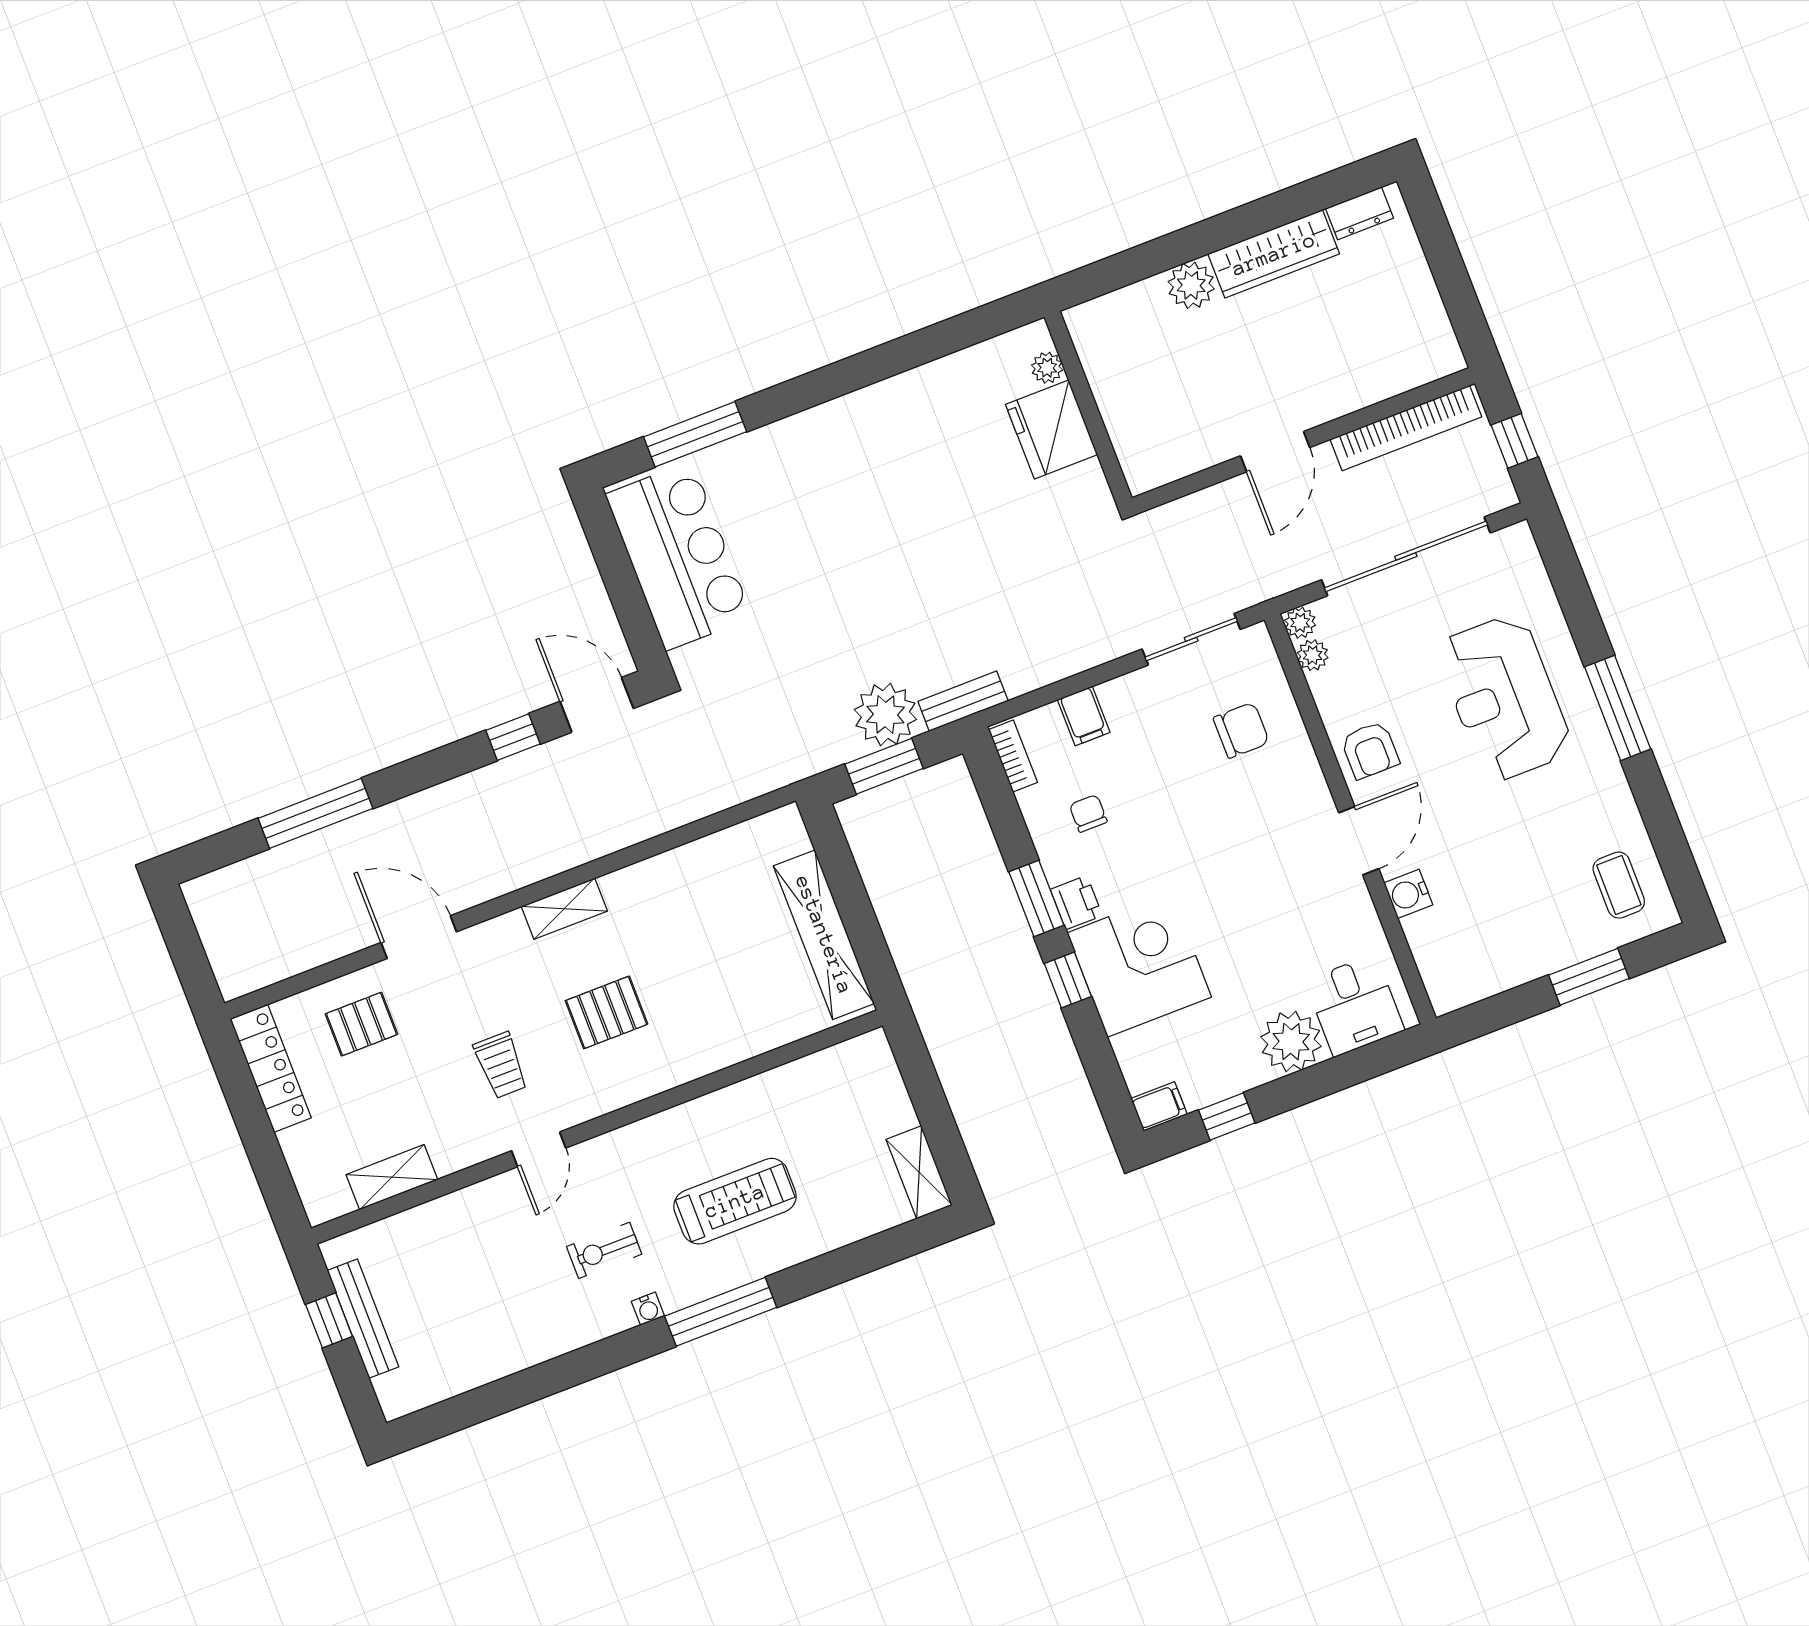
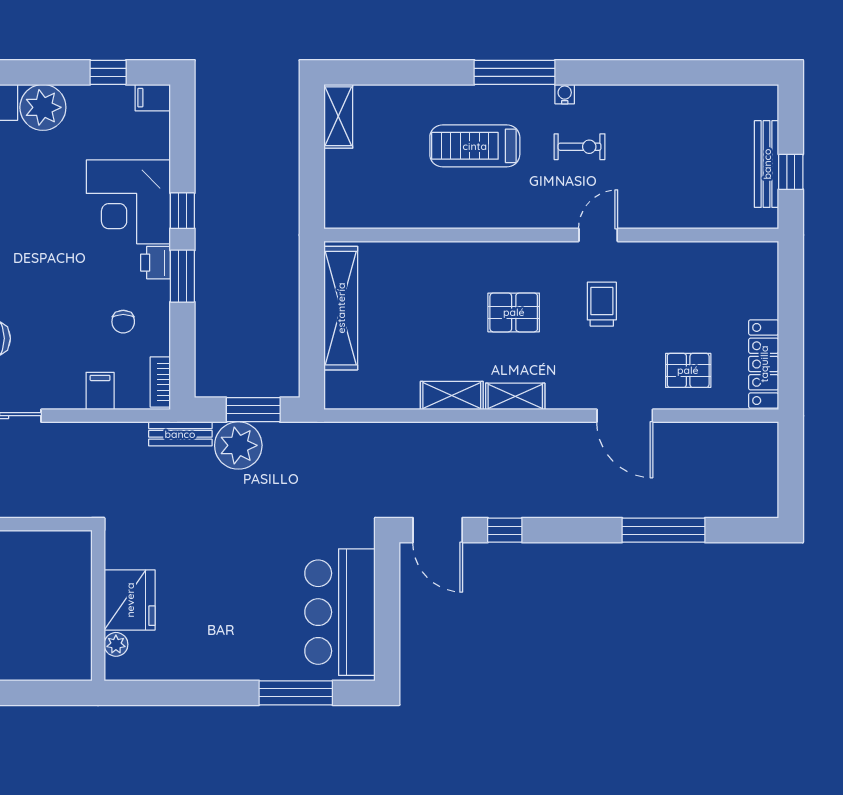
plant: (1047, 368) -> (116, 644), moved
wall: (1088, 408) -> (98, 605), moved
fridge: (1052, 430) -> (130, 600), moved
shelving: (392, 1177) -> (452, 396), moved

